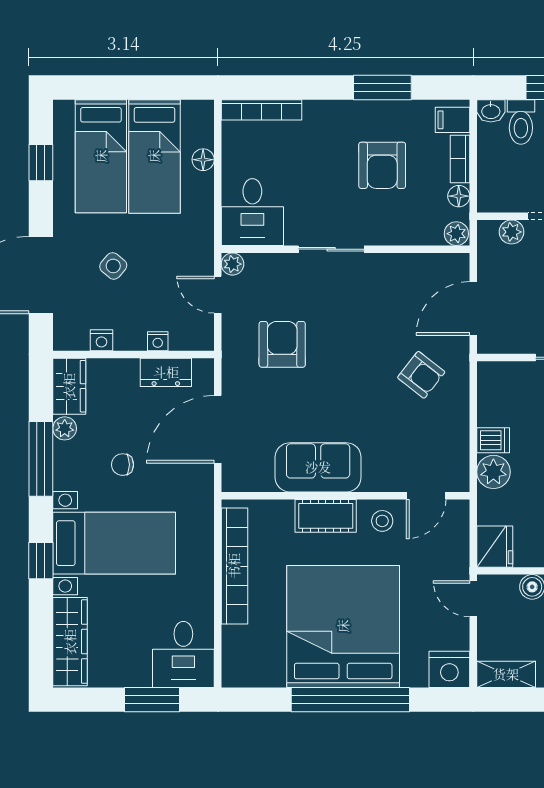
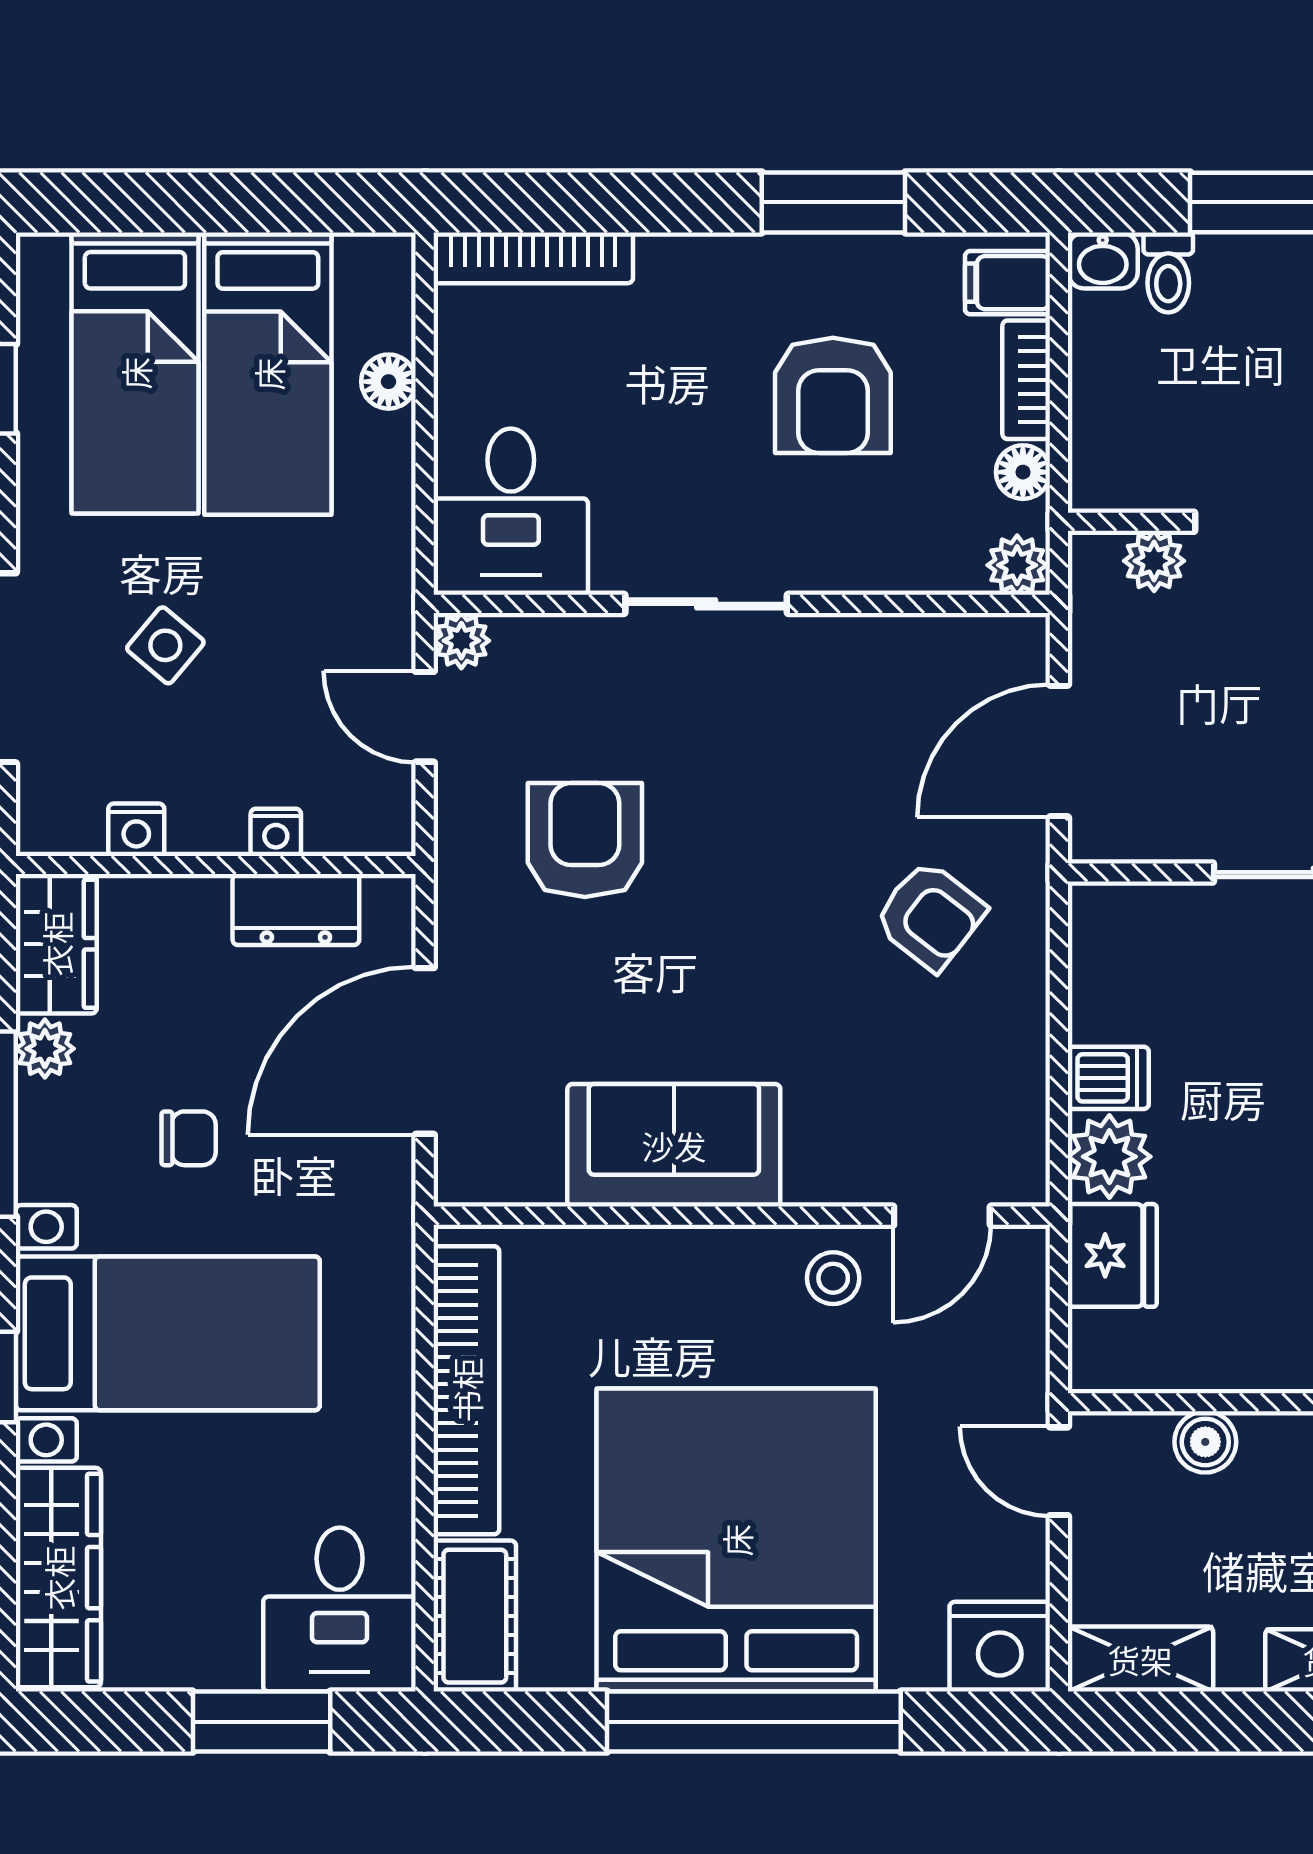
toilet: (521, 122) -> (1168, 272), width x0.73, depth x0.72
chair: (123, 465) -> (189, 1138), turned 180
cot: (326, 516) -> (475, 1616), moved, turned 90
fridge: (495, 547) -> (1112, 1255), moved

